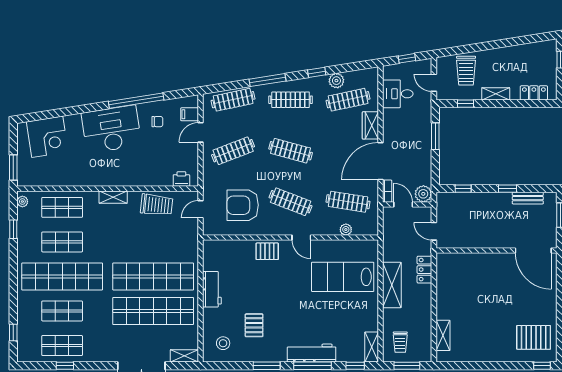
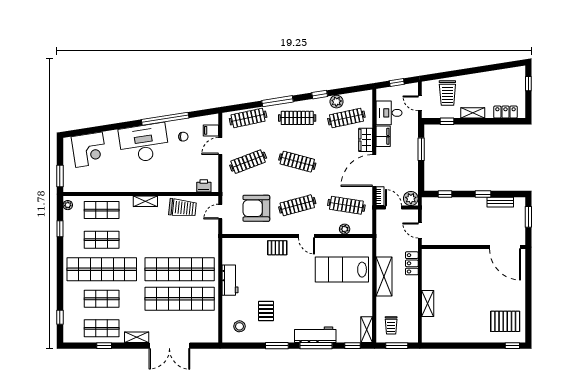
filing cabinet: (391, 121) -> (383, 136), added
clothes rail: (291, 202) -> (297, 205), turned -36
shelving: (443, 335) -> (428, 304), moved
shelving: (184, 356) -> (137, 337), moved

